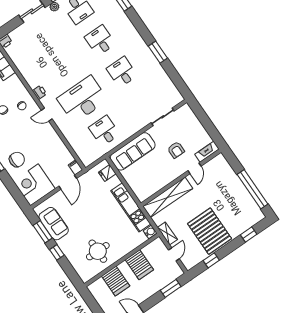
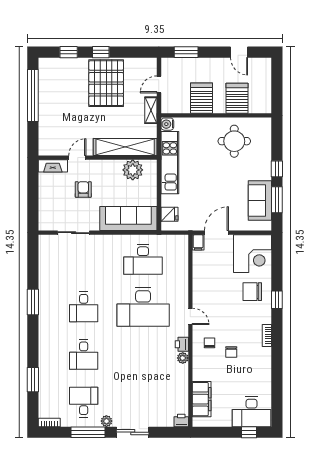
plant: (33, 84) -> (183, 358), added
desk: (104, 131) -> (143, 259), width x1.37
plant: (152, 186) -> (133, 170), added
window: (211, 260) -> (101, 52), moved

